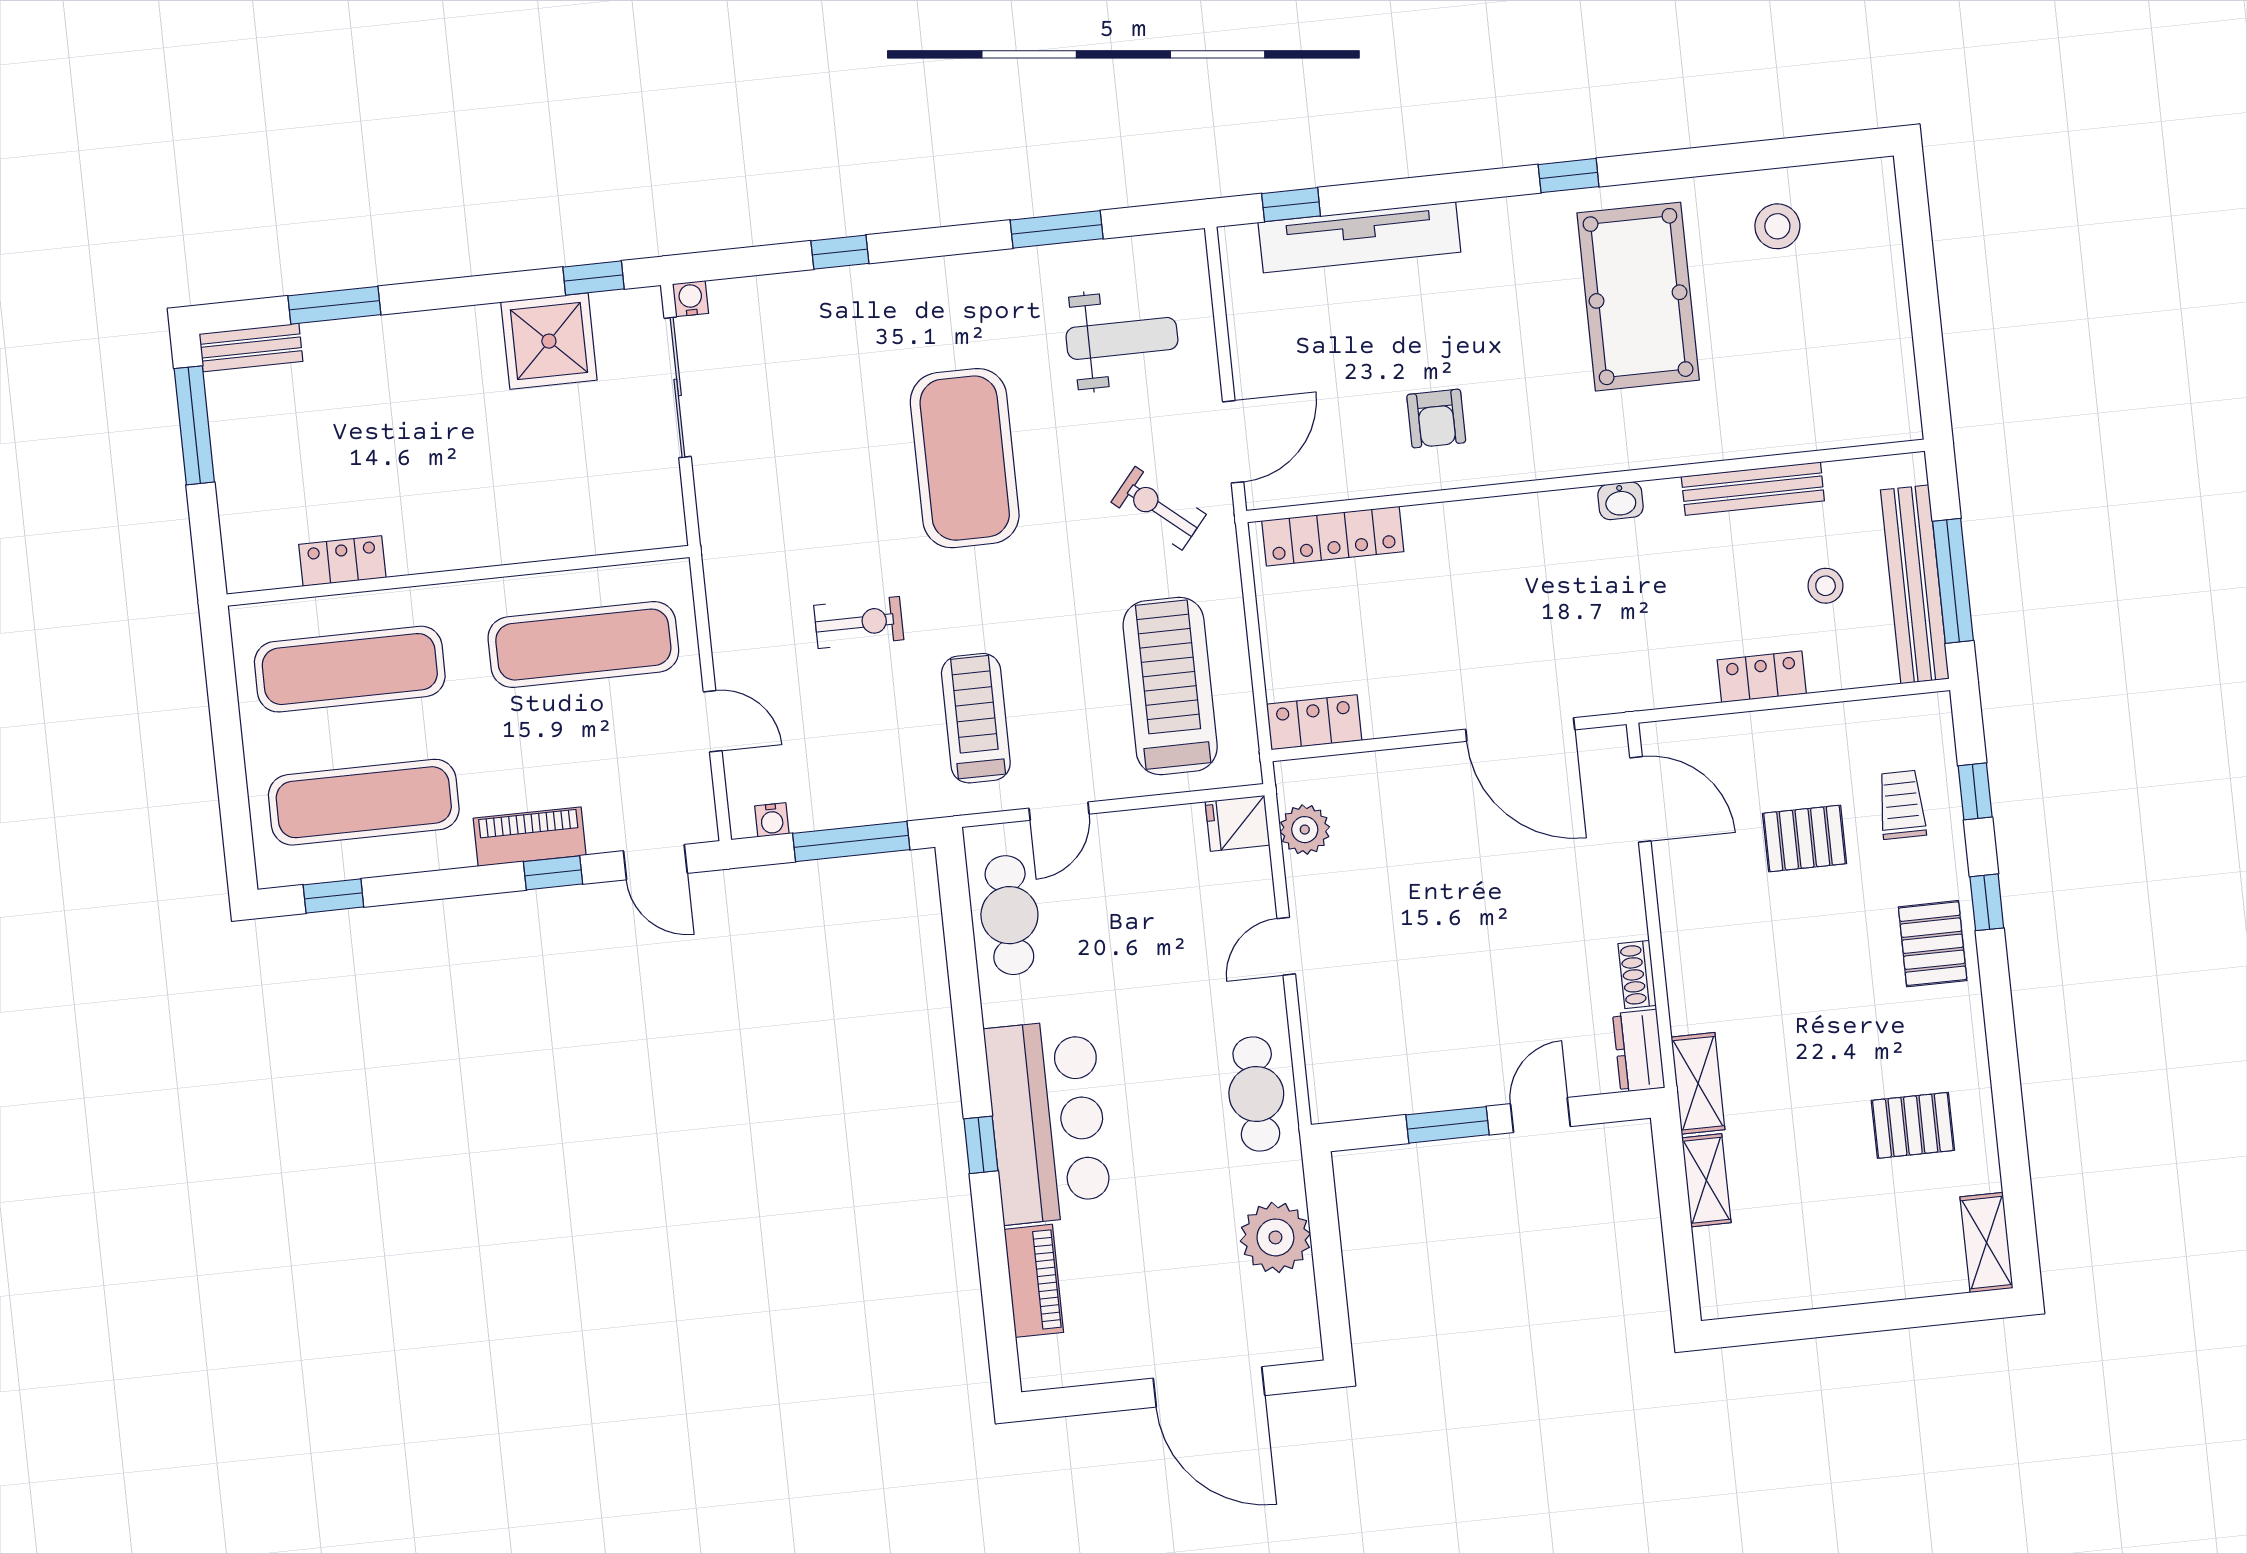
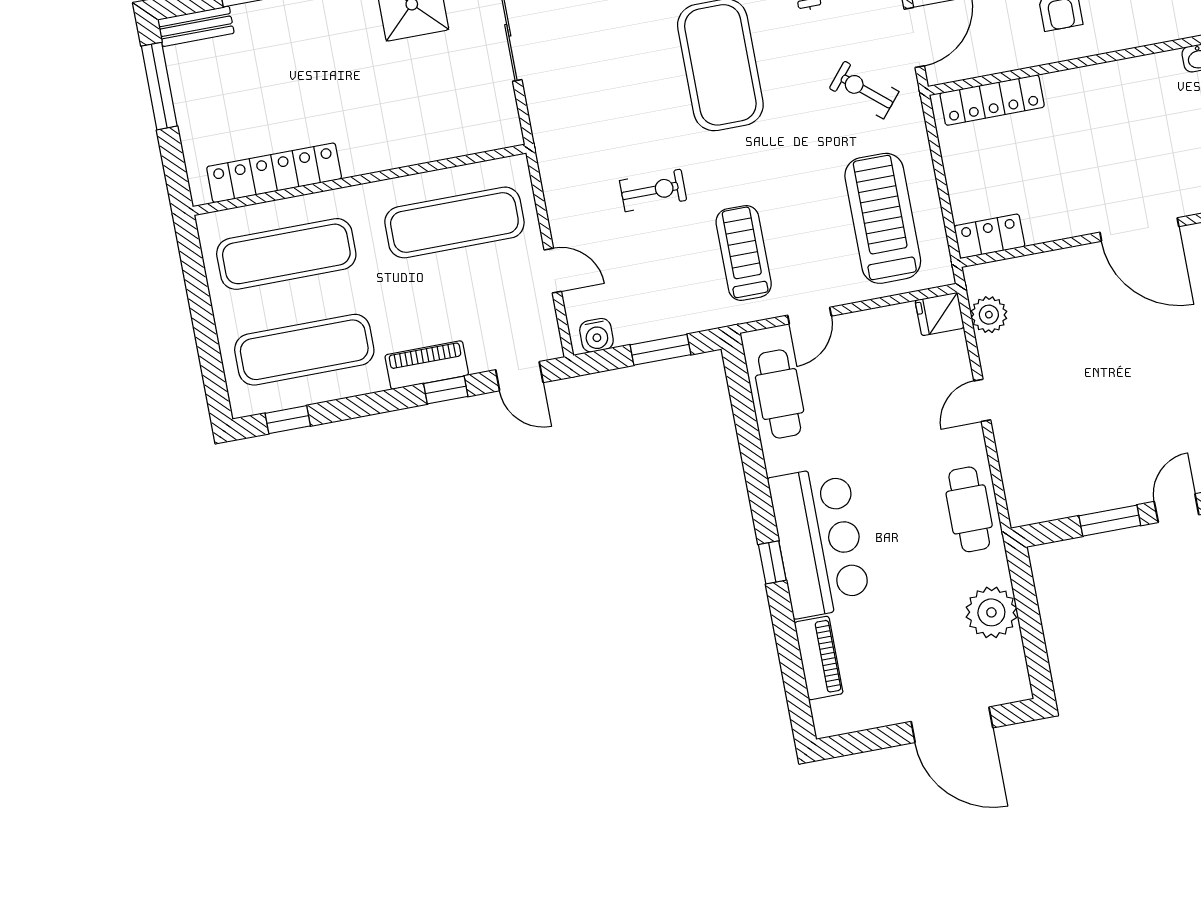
locker: (342, 561) -> (274, 173), width x2.16, depth x1.21
water cooler: (772, 820) -> (596, 335), width x1.38, depth x1.38
window: (851, 841) -> (660, 350), width x0.69

